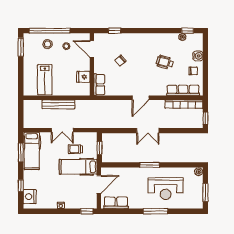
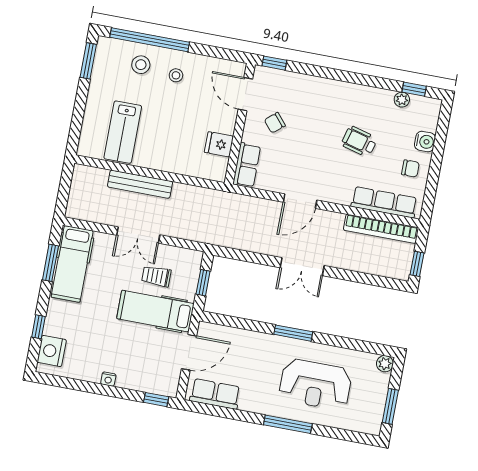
door: (92, 49) -> (245, 94), moved
wall: (92, 64) -> (240, 124), moved
fridge: (83, 77) -> (219, 144), moved
row of seats: (99, 85) -> (247, 165), moved

